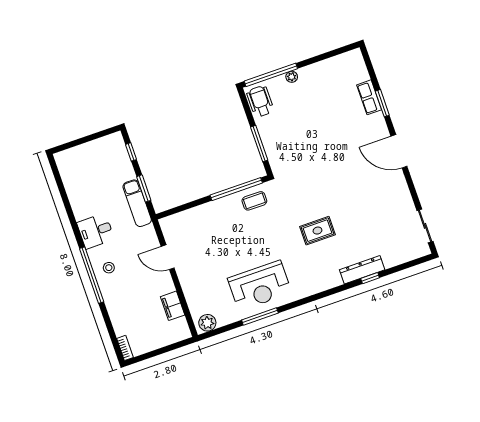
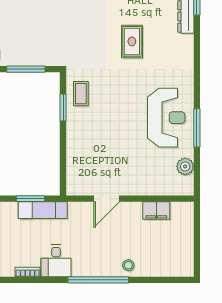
window: (236, 189) -> (63, 107), width x0.47
stool: (109, 268) -> (128, 265), moved
plant: (207, 323) -> (185, 166), moved
bookcase: (125, 348) -> (28, 272), moved

